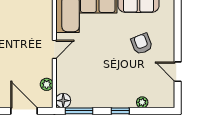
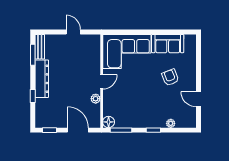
plant: (47, 84) -> (96, 99), moved

